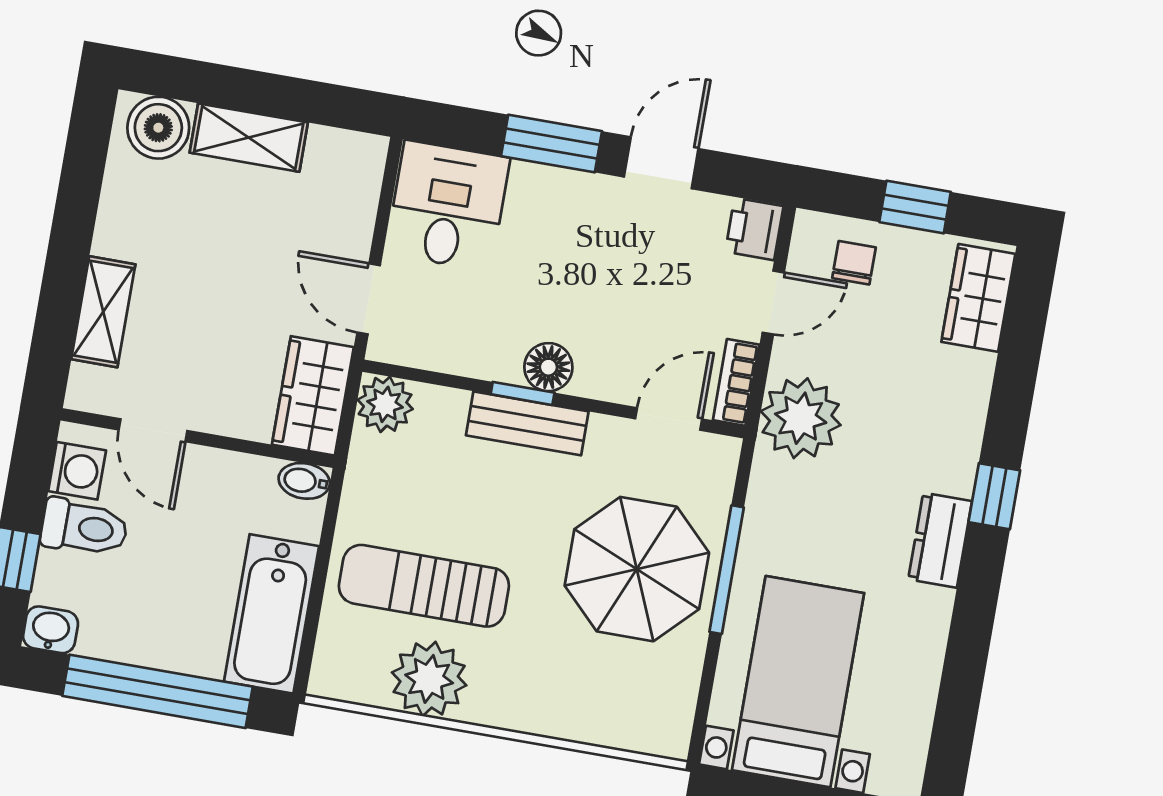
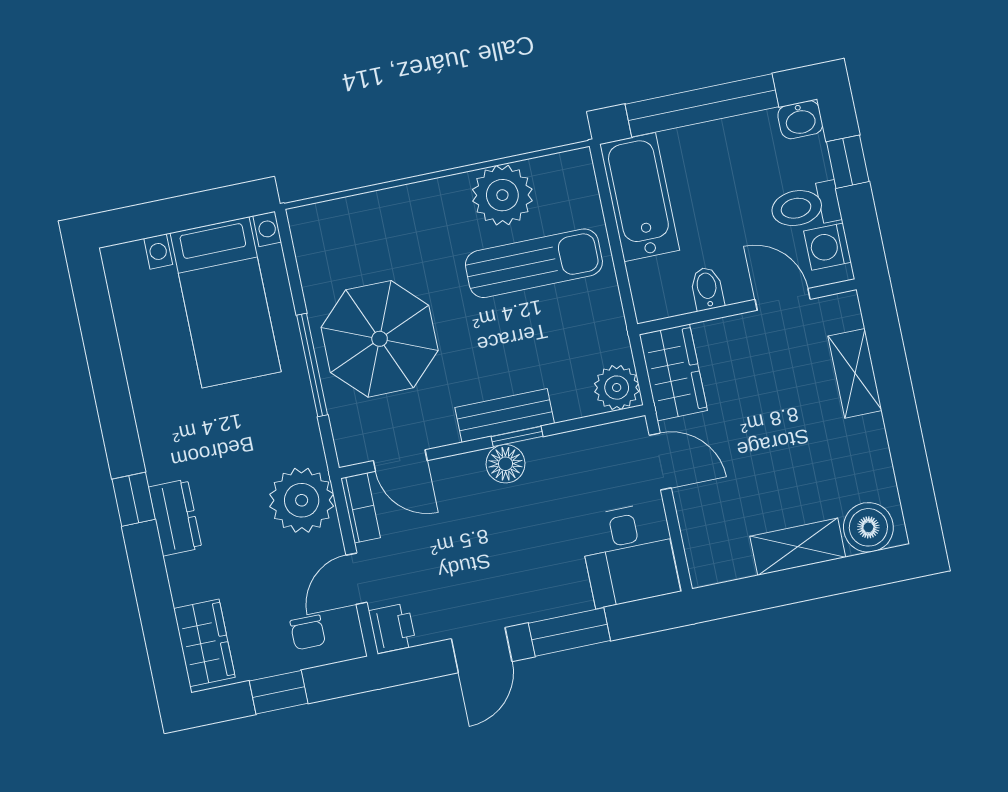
door: (669, 419) -> (400, 461), hinge flipped
bidet: (304, 481) -> (707, 289), moved, turned -90
dresser: (940, 540) -> (175, 518), moved

